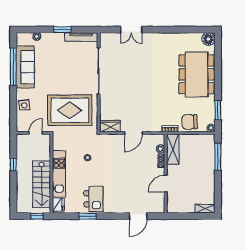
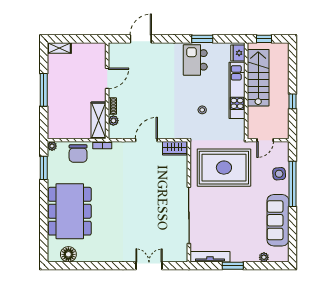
floor lamp: (208, 39) -> (68, 254), moved
window: (13, 67) -> (293, 184), moved
chair: (190, 122) -> (78, 153), turned 90
window: (218, 157) -> (44, 90), moved

